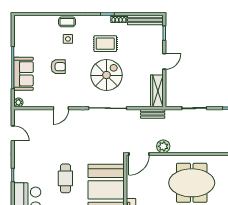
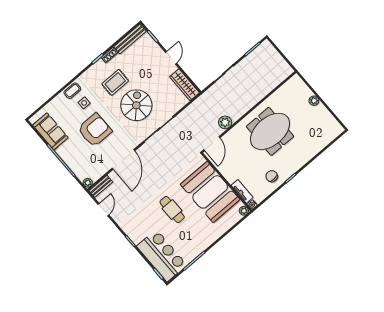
armchair: (58, 67) -> (95, 130), width x1.88, depth x1.88
sofa: (24, 74) -> (50, 131), moved
door: (61, 108) -> (123, 160), width x1.88
bench: (153, 114) -> (101, 186), moved
door: (13, 133) -> (103, 210), hinge flipped

